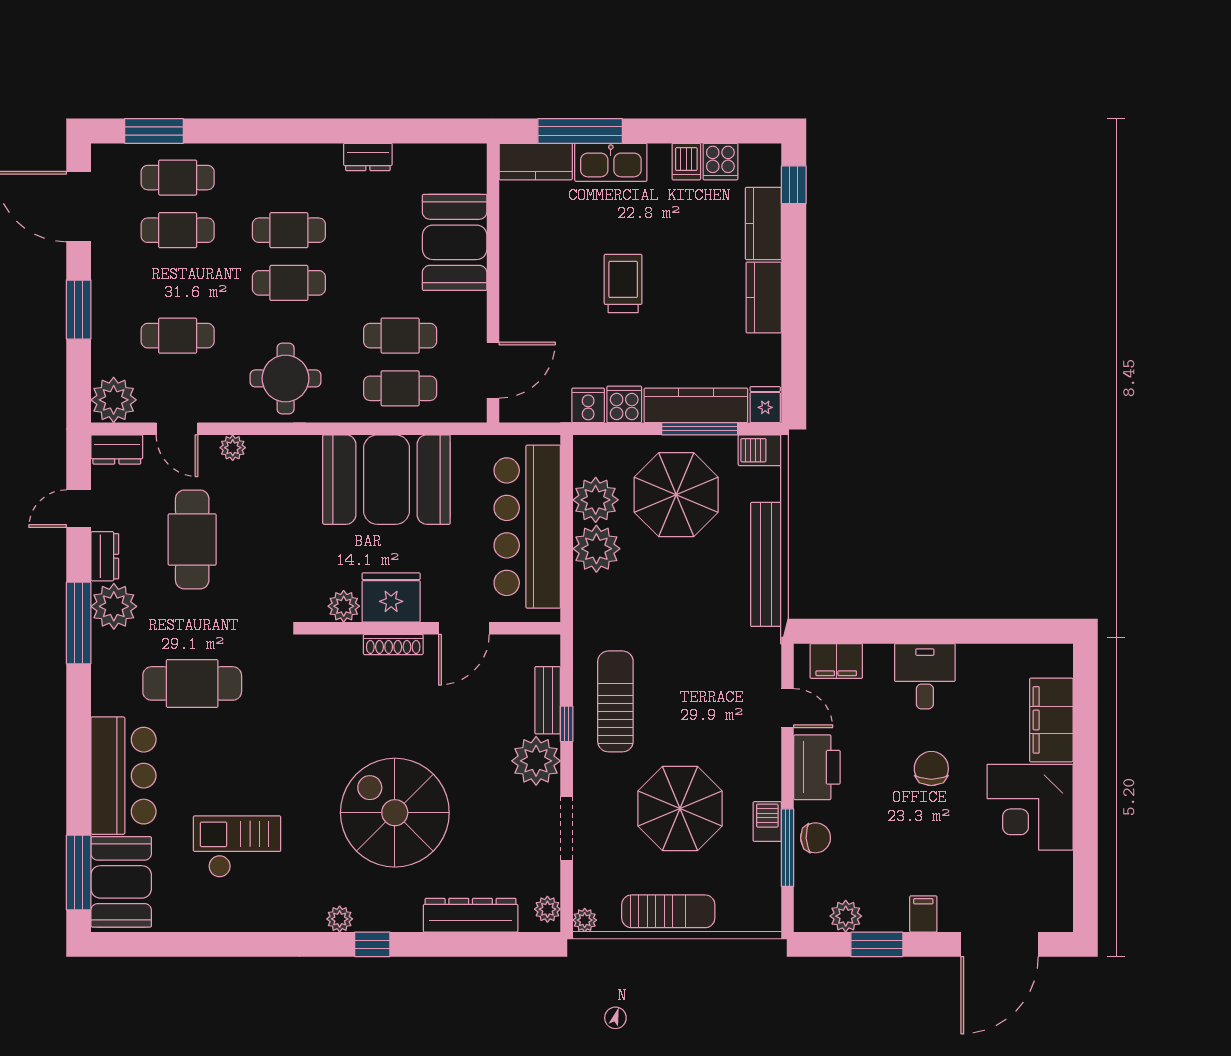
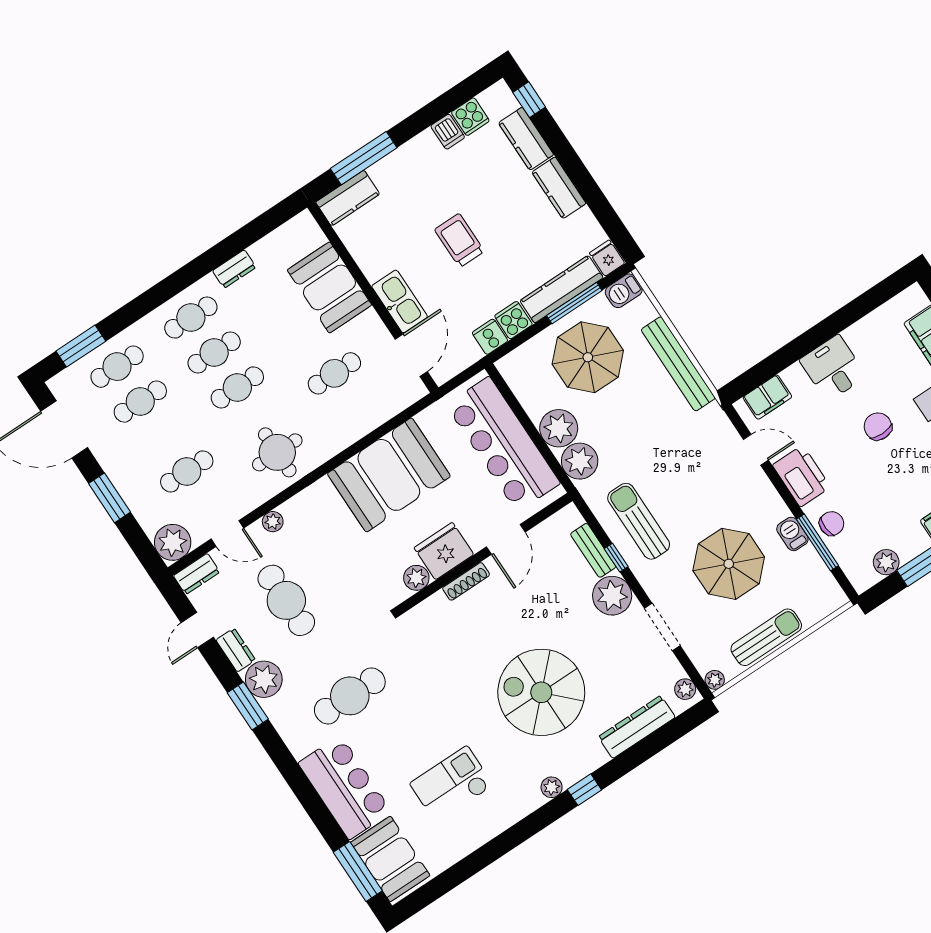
kitchen sink: (611, 162) -> (400, 301), moved, turned -90
cafe table: (400, 388) -> (191, 318), moved
plant: (596, 500) -> (580, 461), moved
window: (79, 623) -> (248, 706), width x0.69

